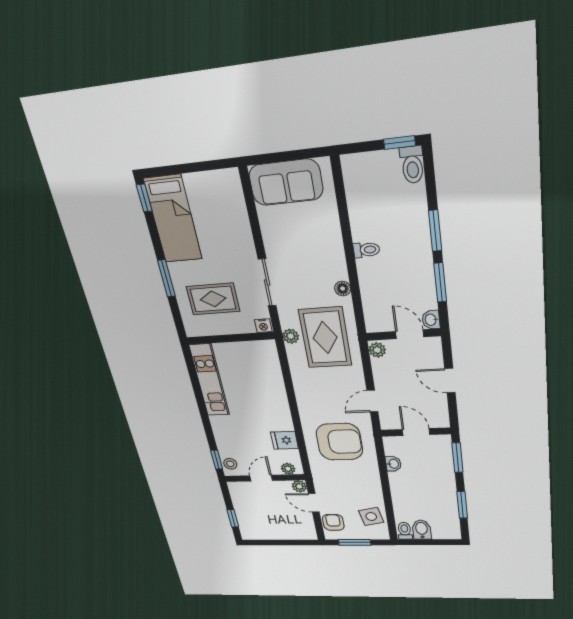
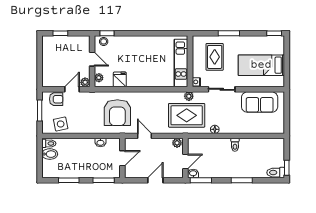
sofa: (286, 182) -> (260, 102), moved, turned -90
bed: (173, 219) -> (261, 65), moved
window: (440, 283) -> (201, 180), moved
kitchen unit: (209, 380) -> (181, 63), moved, turned 90

